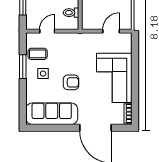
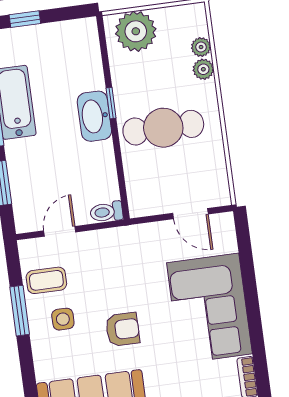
toilet: (71, 13) -> (106, 212), moved
door: (111, 31) -> (190, 214), swing flipped

